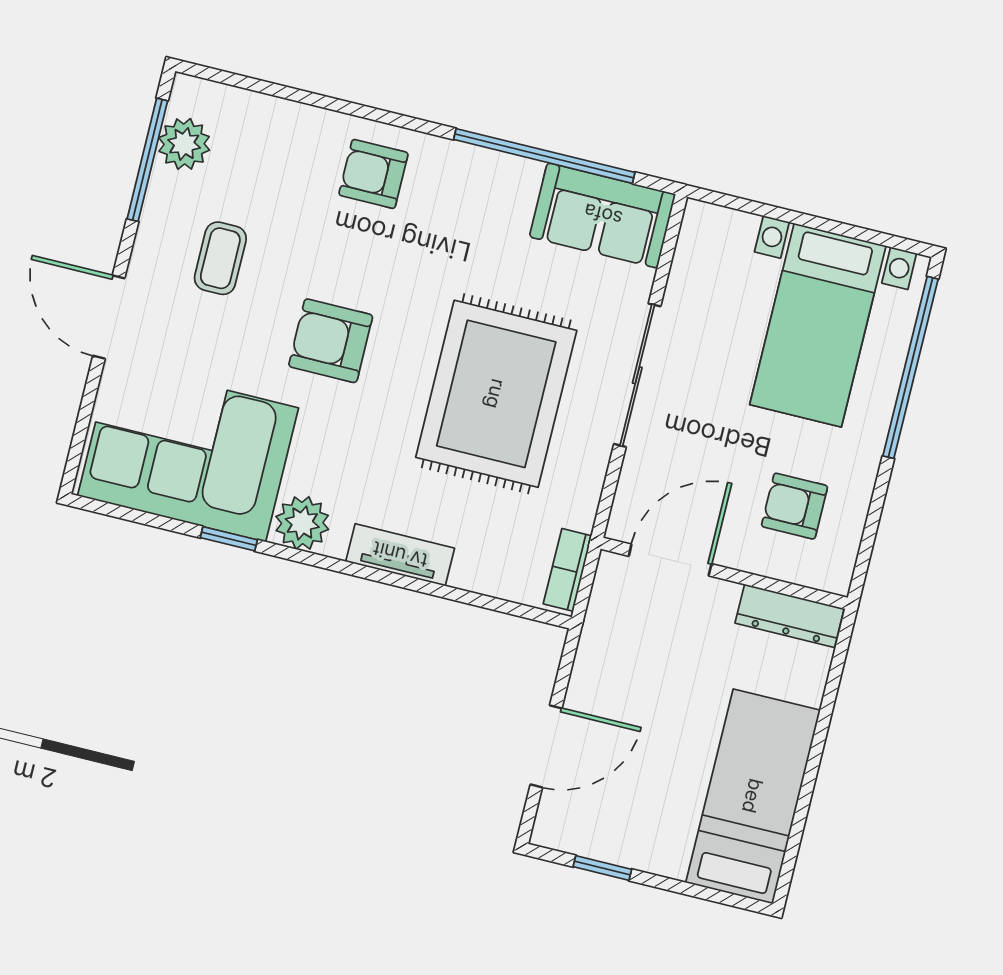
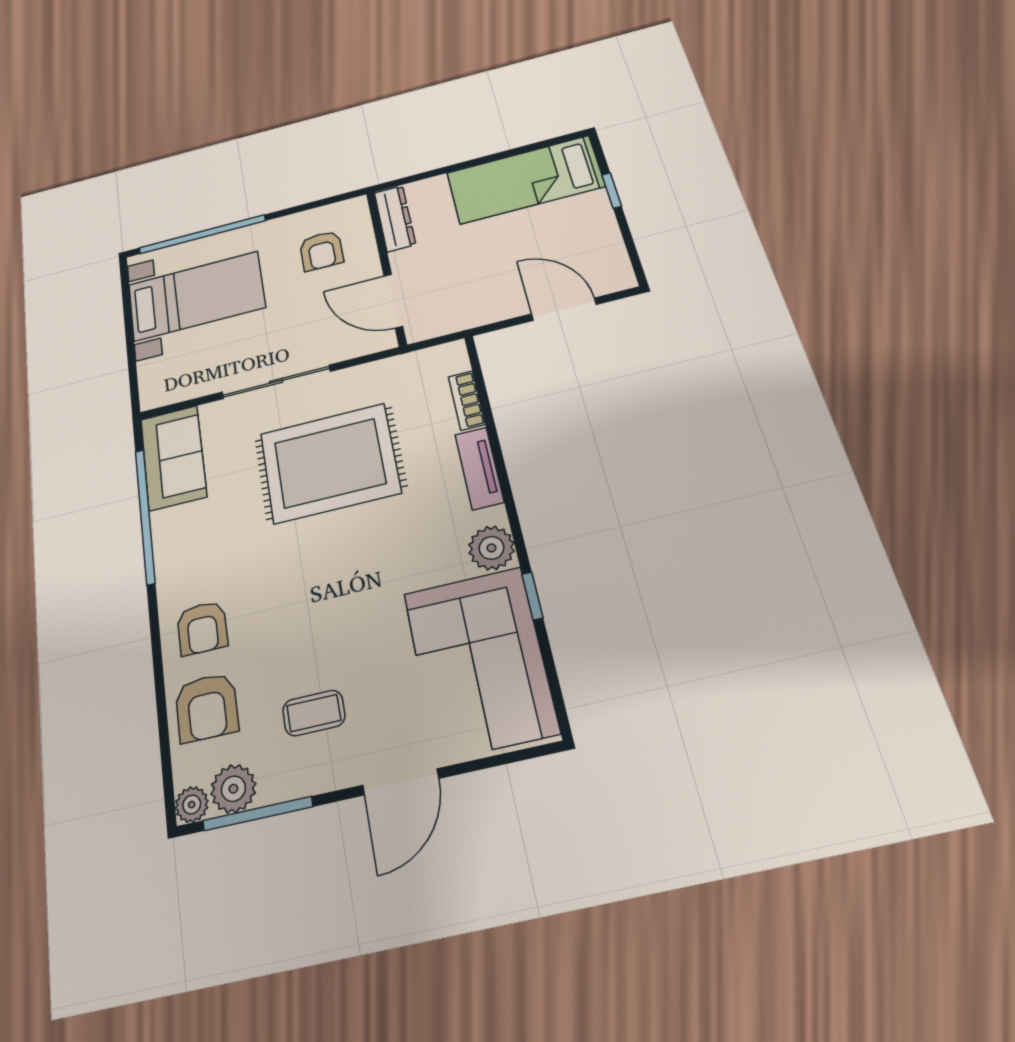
plant: (189, 94) -> (192, 805), added
armchair: (331, 341) -> (207, 707), moved
bookcase: (568, 570) -> (467, 400), moved, turned 90
window: (602, 868) -> (612, 190), moved

